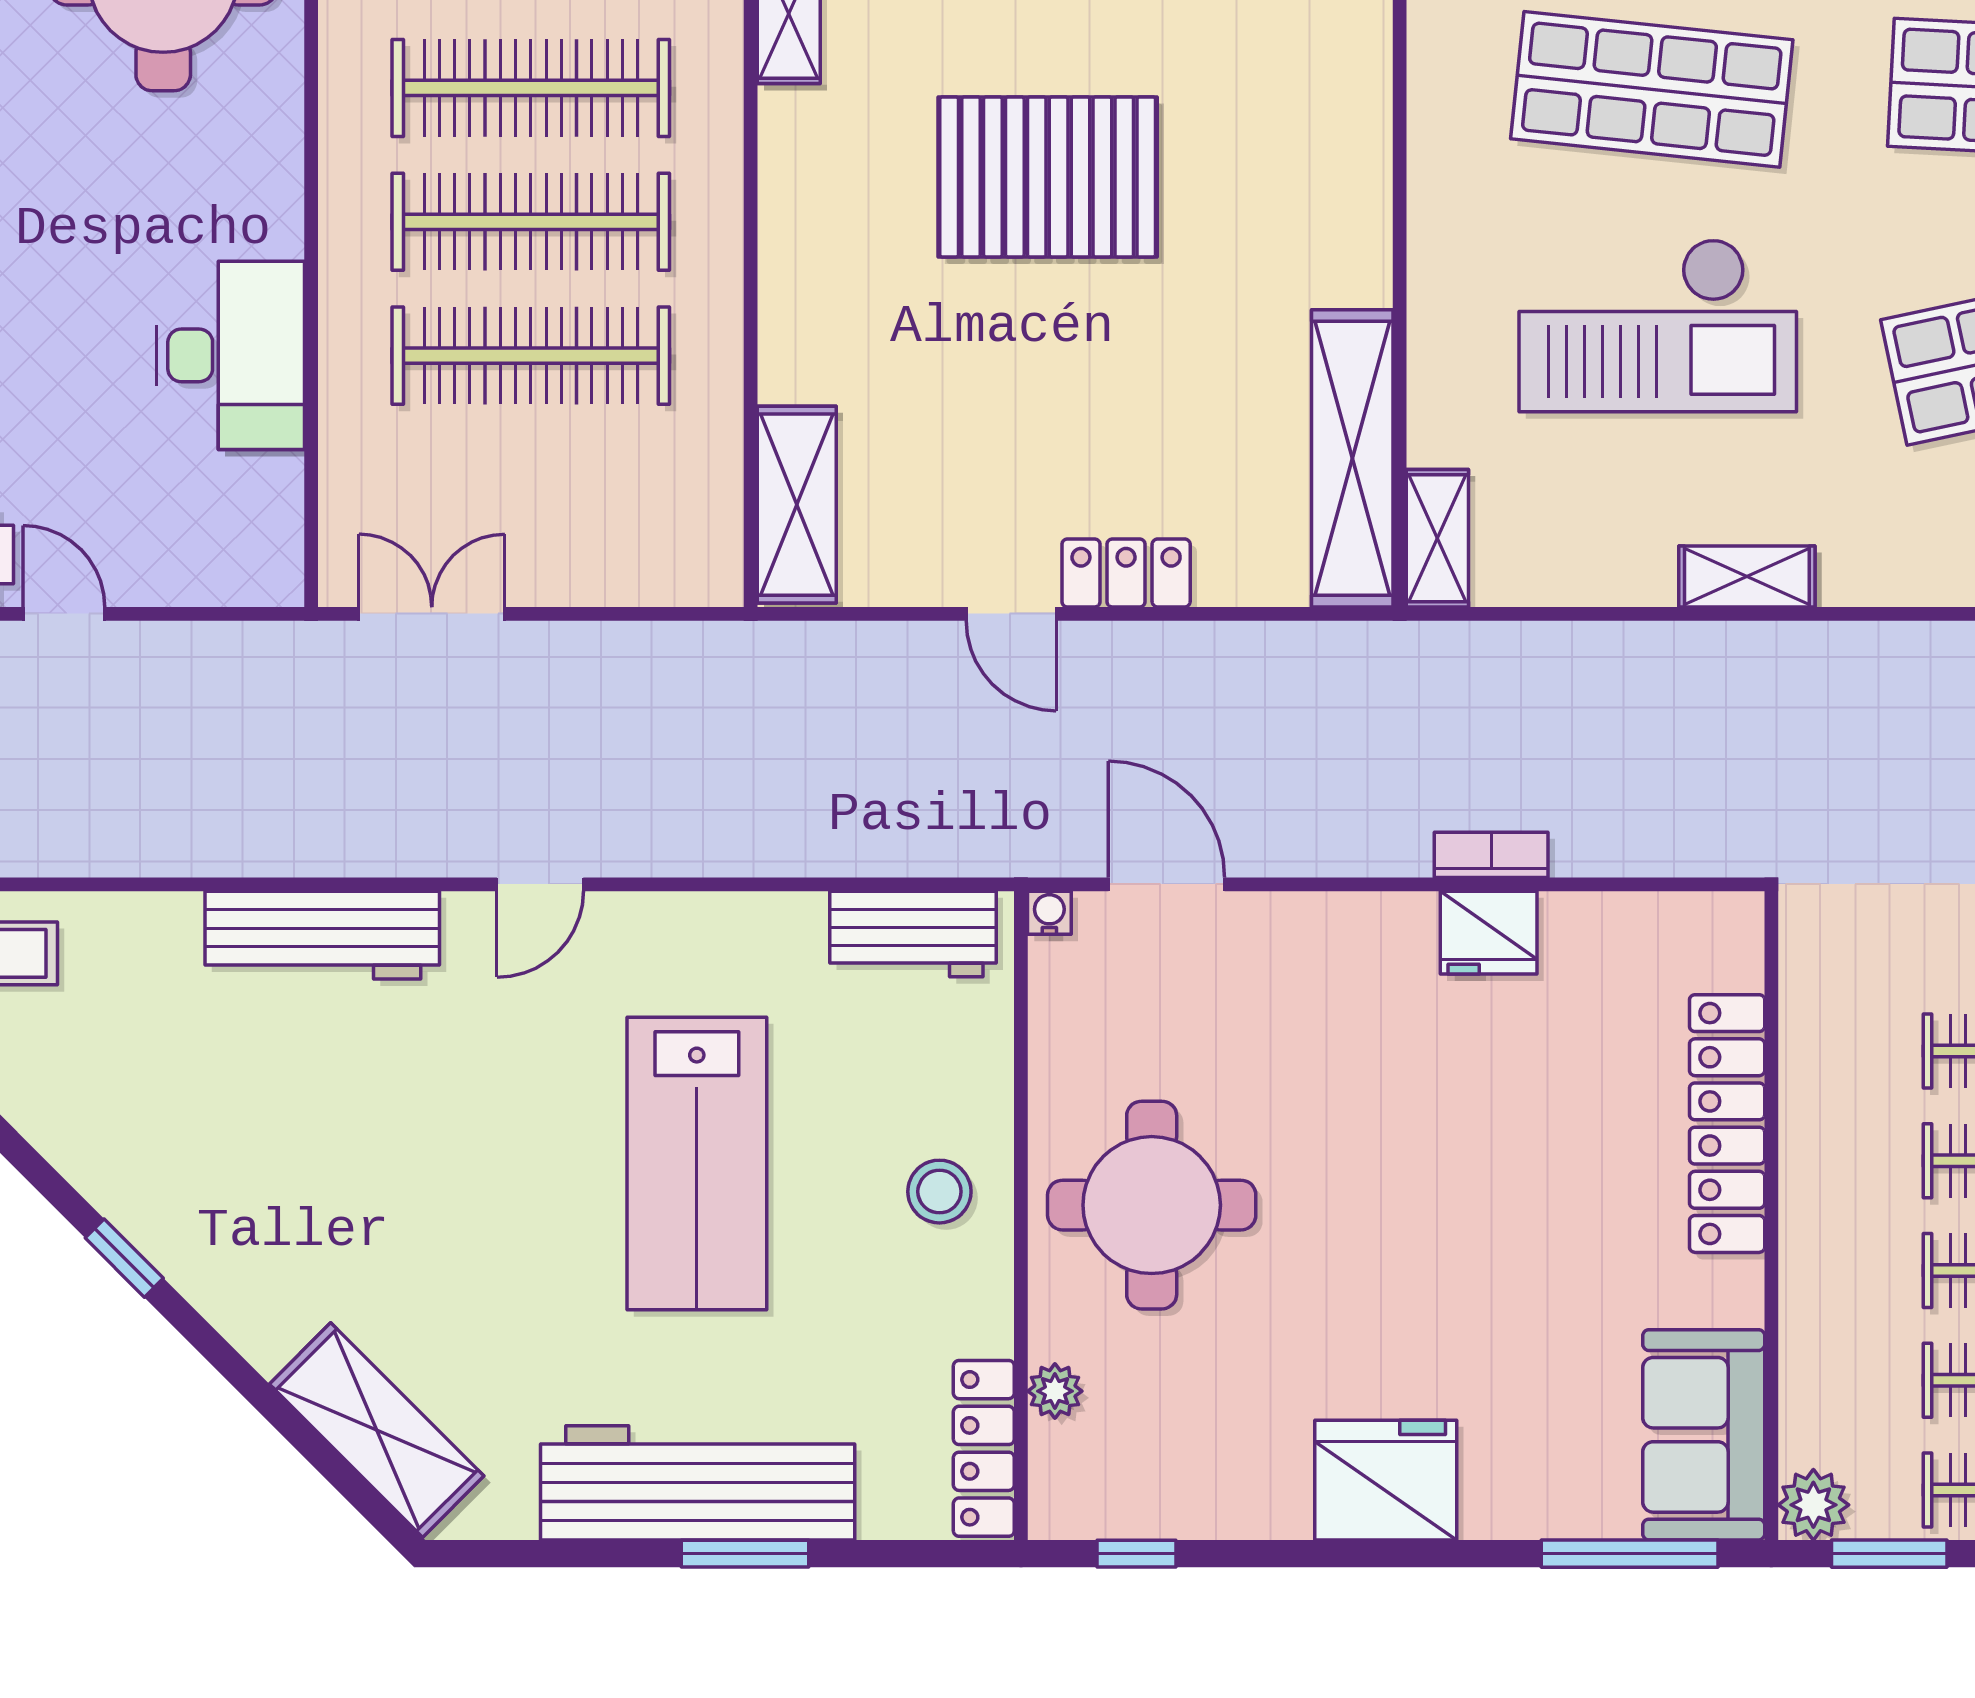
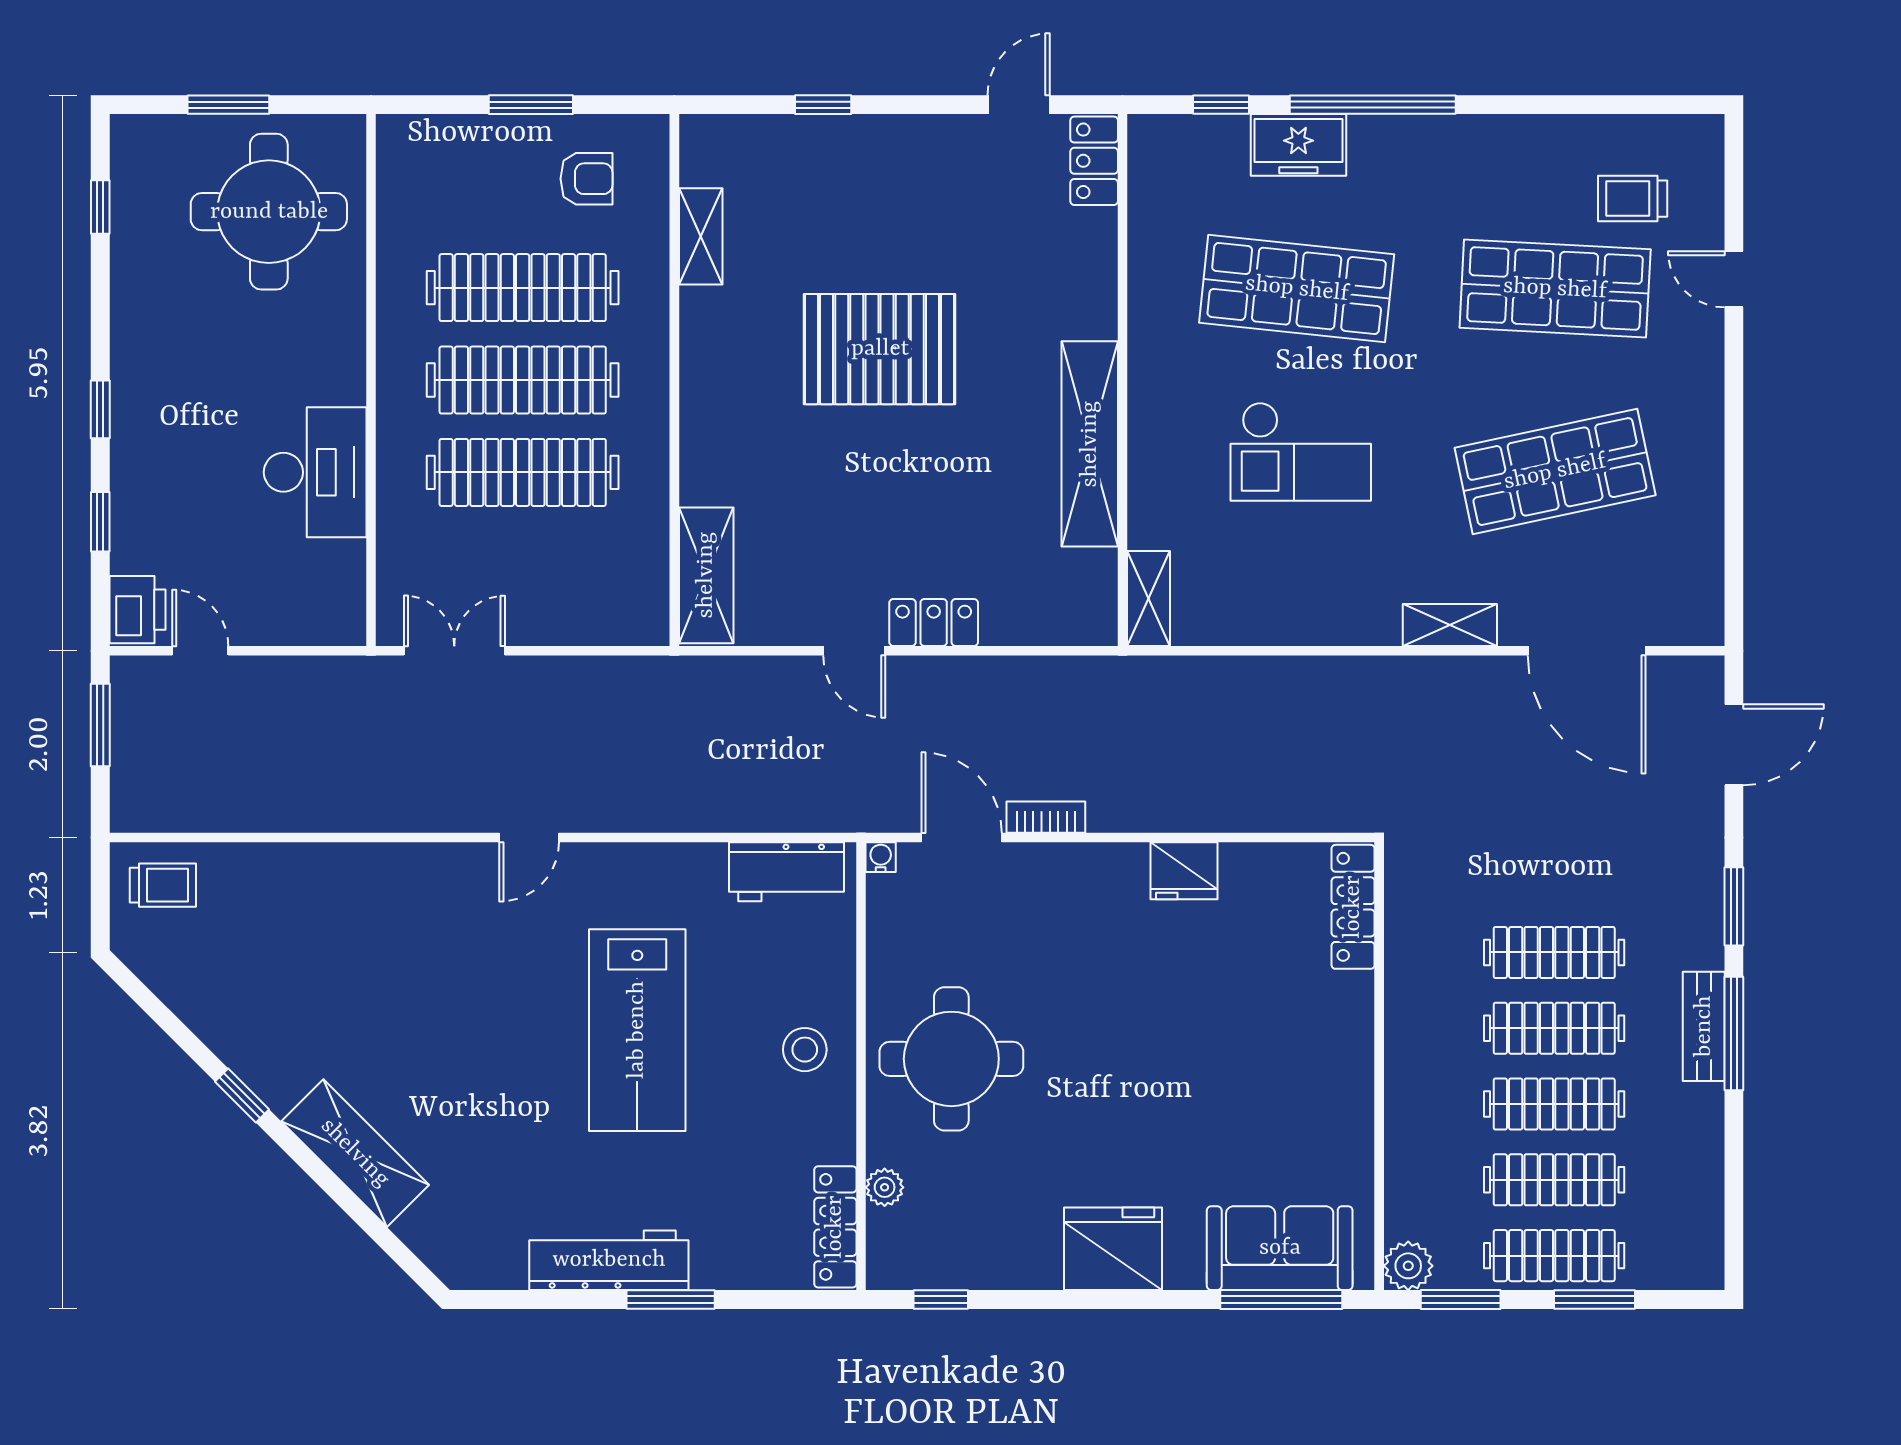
checkout: (1658, 325) -> (1301, 451), width x0.73, depth x0.83
shelving: (1352, 458) -> (1090, 444), moved
shelving: (1747, 577) -> (1450, 625), moved
bookcase: (1491, 855) -> (1046, 817), moved
workbench: (322, 935) -> (379, 872), removed
locker: (1727, 1124) -> (1353, 907), moved, width x0.71, depth x0.83
shelving: (377, 1430) -> (355, 1153), moved
sofa: (1704, 1435) -> (1280, 1248), moved, turned 90
workbench: (698, 1483) -> (609, 1260), width x0.73, depth x0.76

